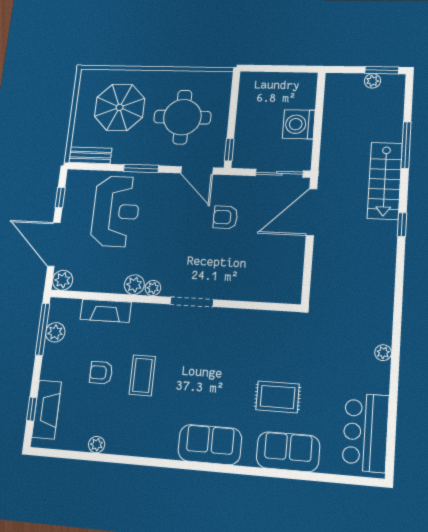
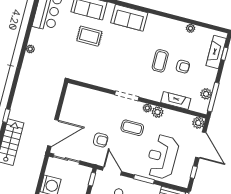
coffee table: (174, 249) -> (132, 128), added

